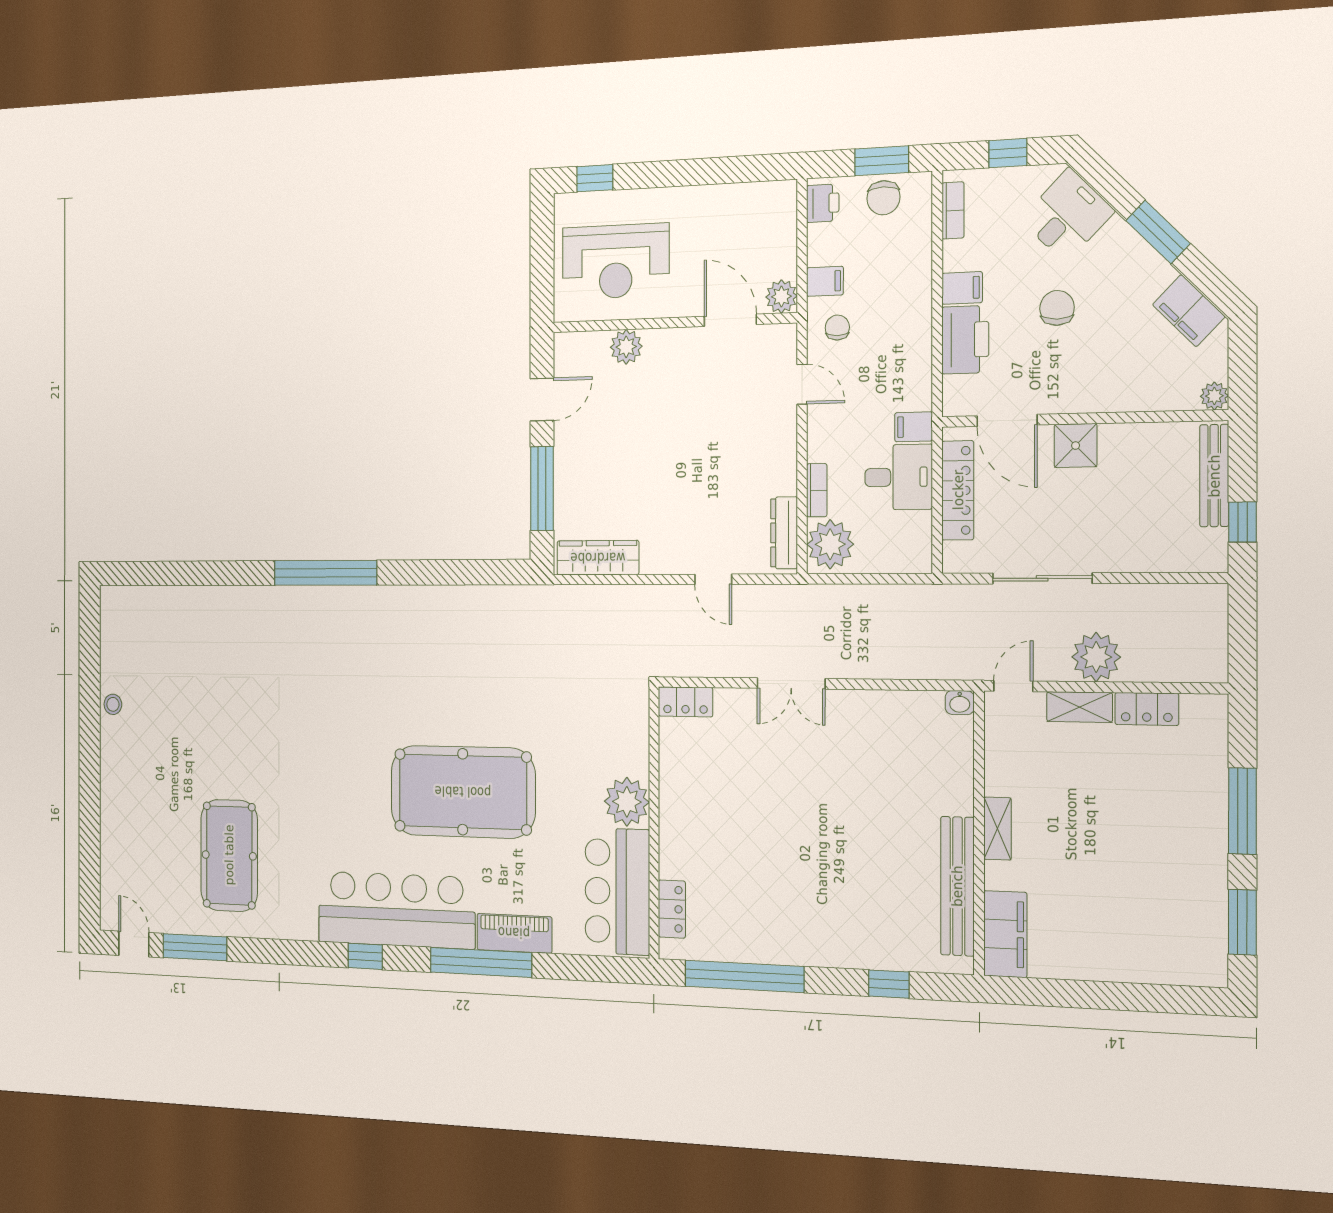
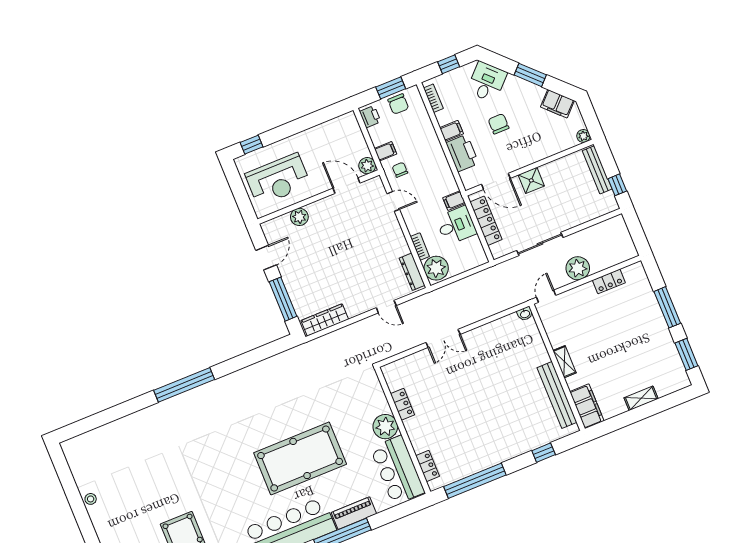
locker: (685, 702) -> (402, 404), moved, turned -90
shelving: (1080, 707) -> (641, 398), moved

